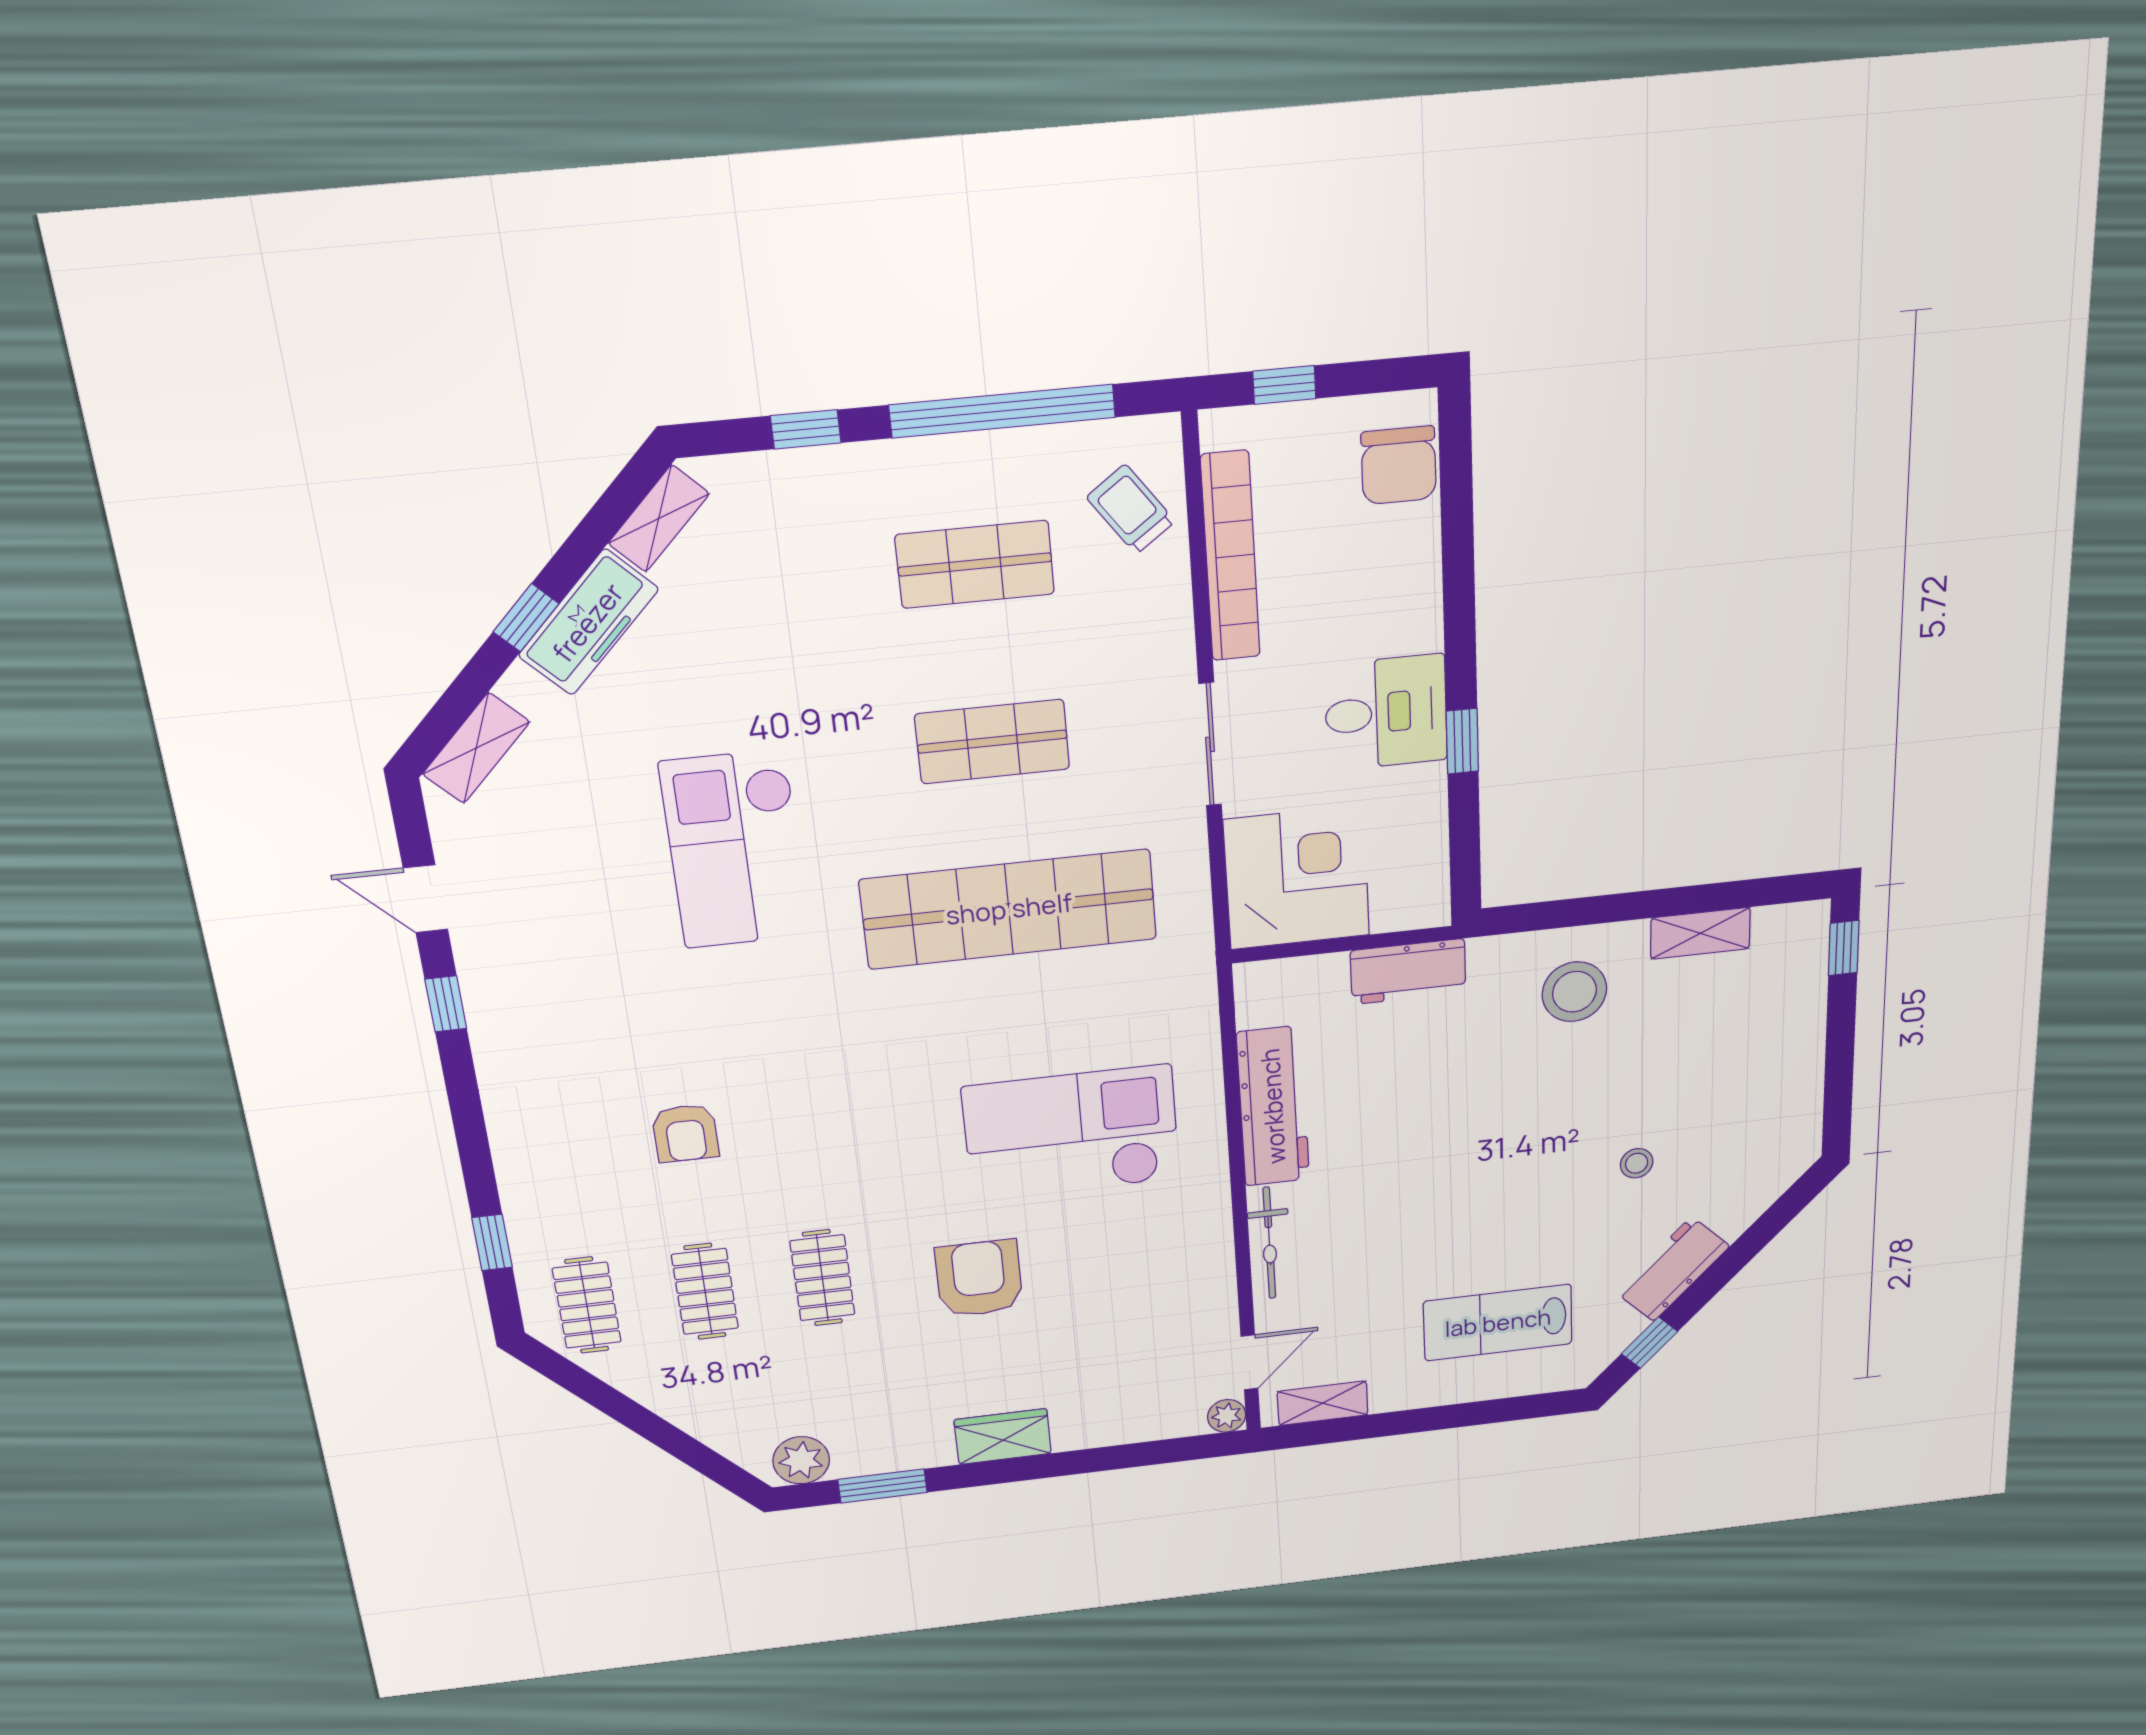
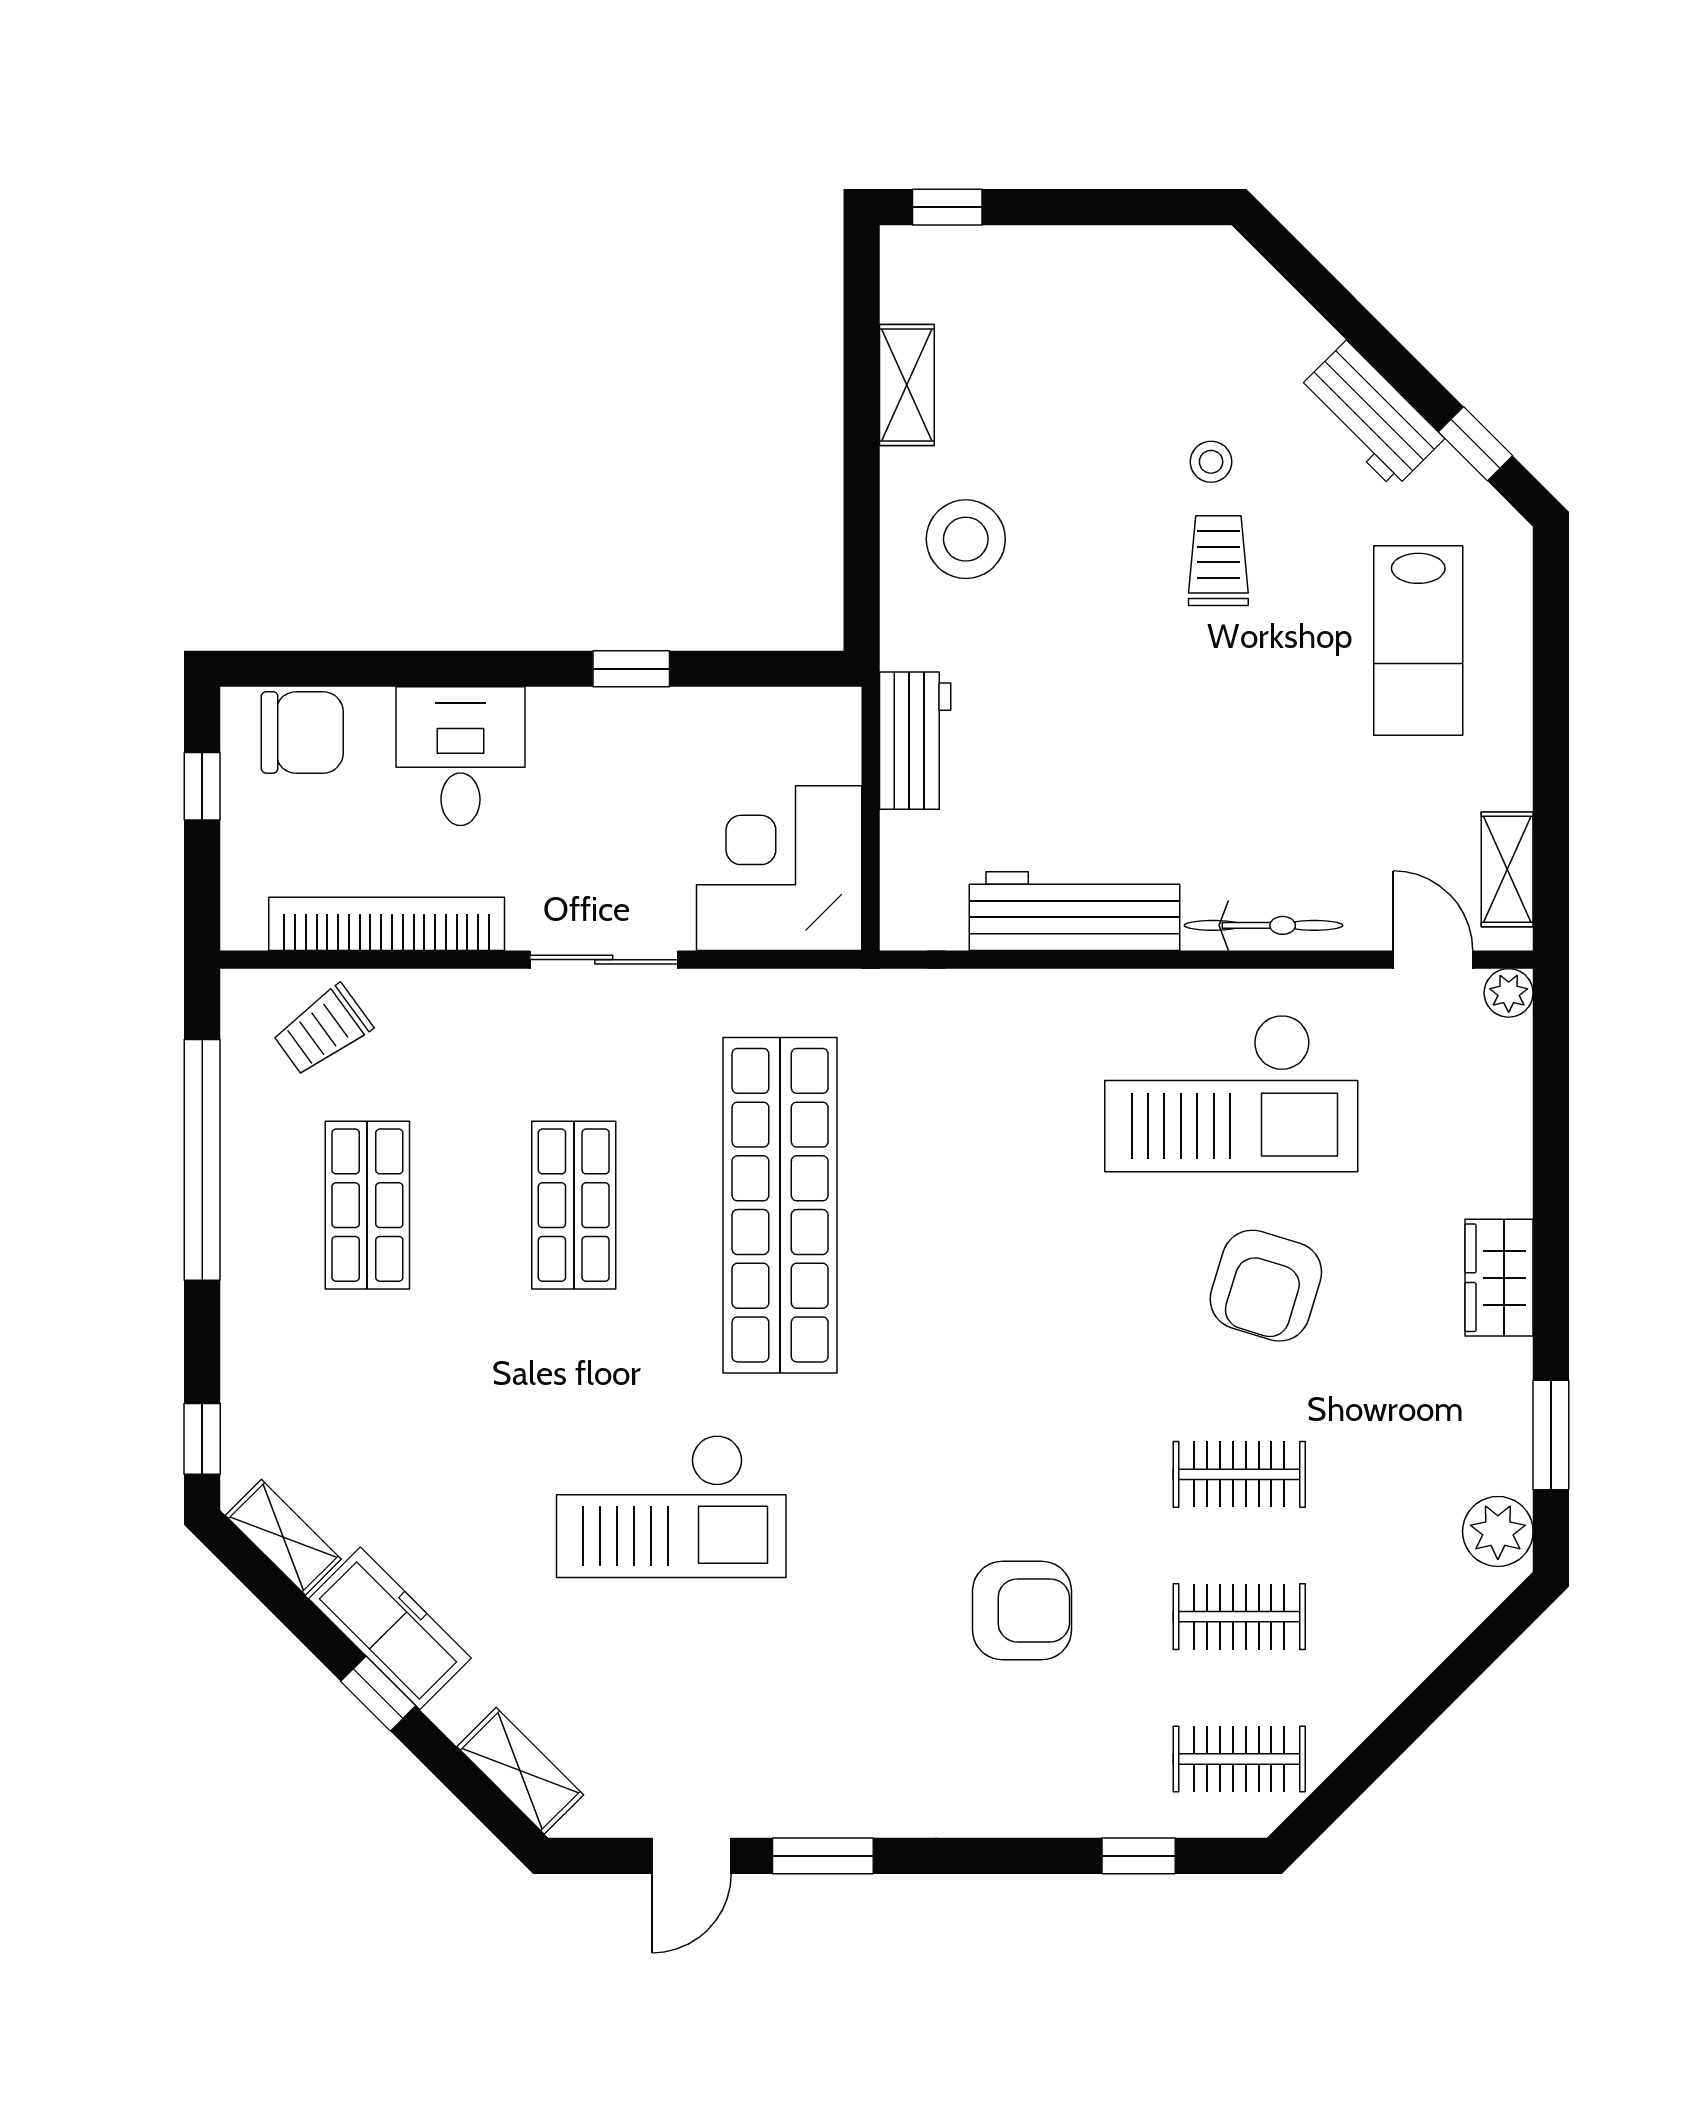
window: (1284, 385) -> (202, 786), moved
window: (806, 429) -> (202, 1439), moved
desk: (1386, 712) -> (461, 756), moved
window: (446, 1004) -> (823, 1856), width x1.50
armchair: (685, 1133) -> (1022, 1610), width x1.38, depth x1.38
checkout: (1071, 1133) -> (1231, 1093), moved, turned -90
trolley: (1558, 1177) -> (1218, 561), added
armchair: (979, 1279) -> (1266, 1286), turned -73

